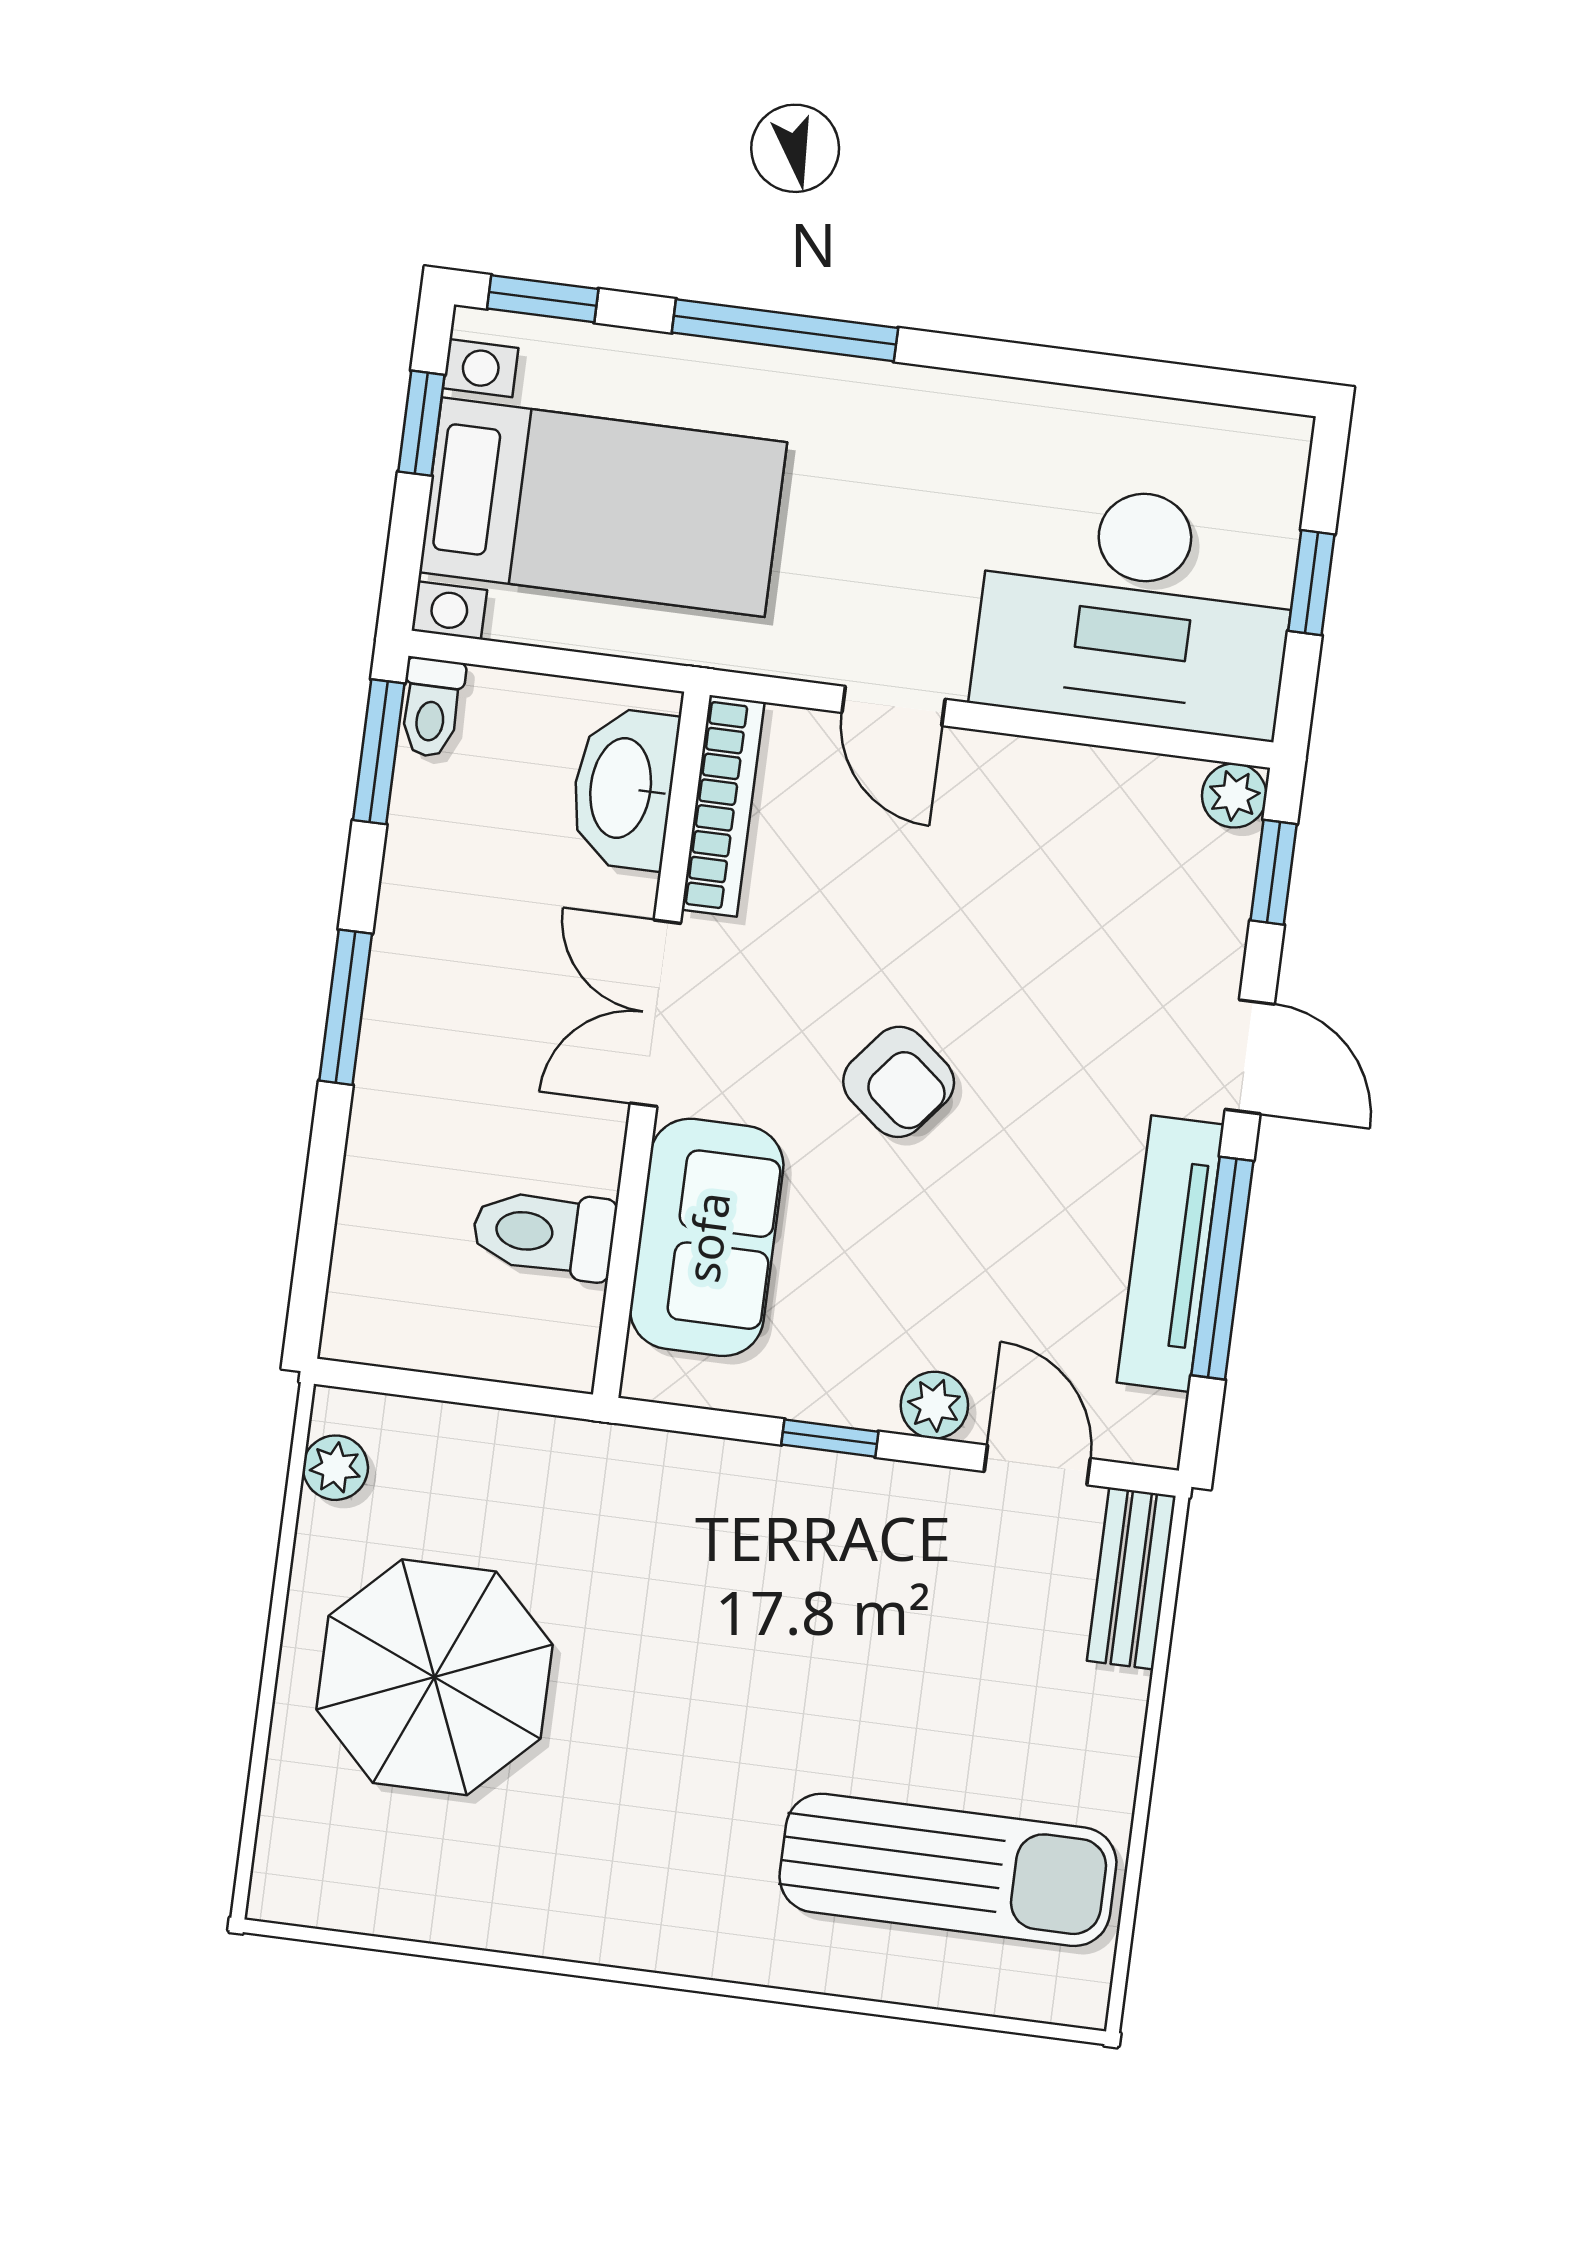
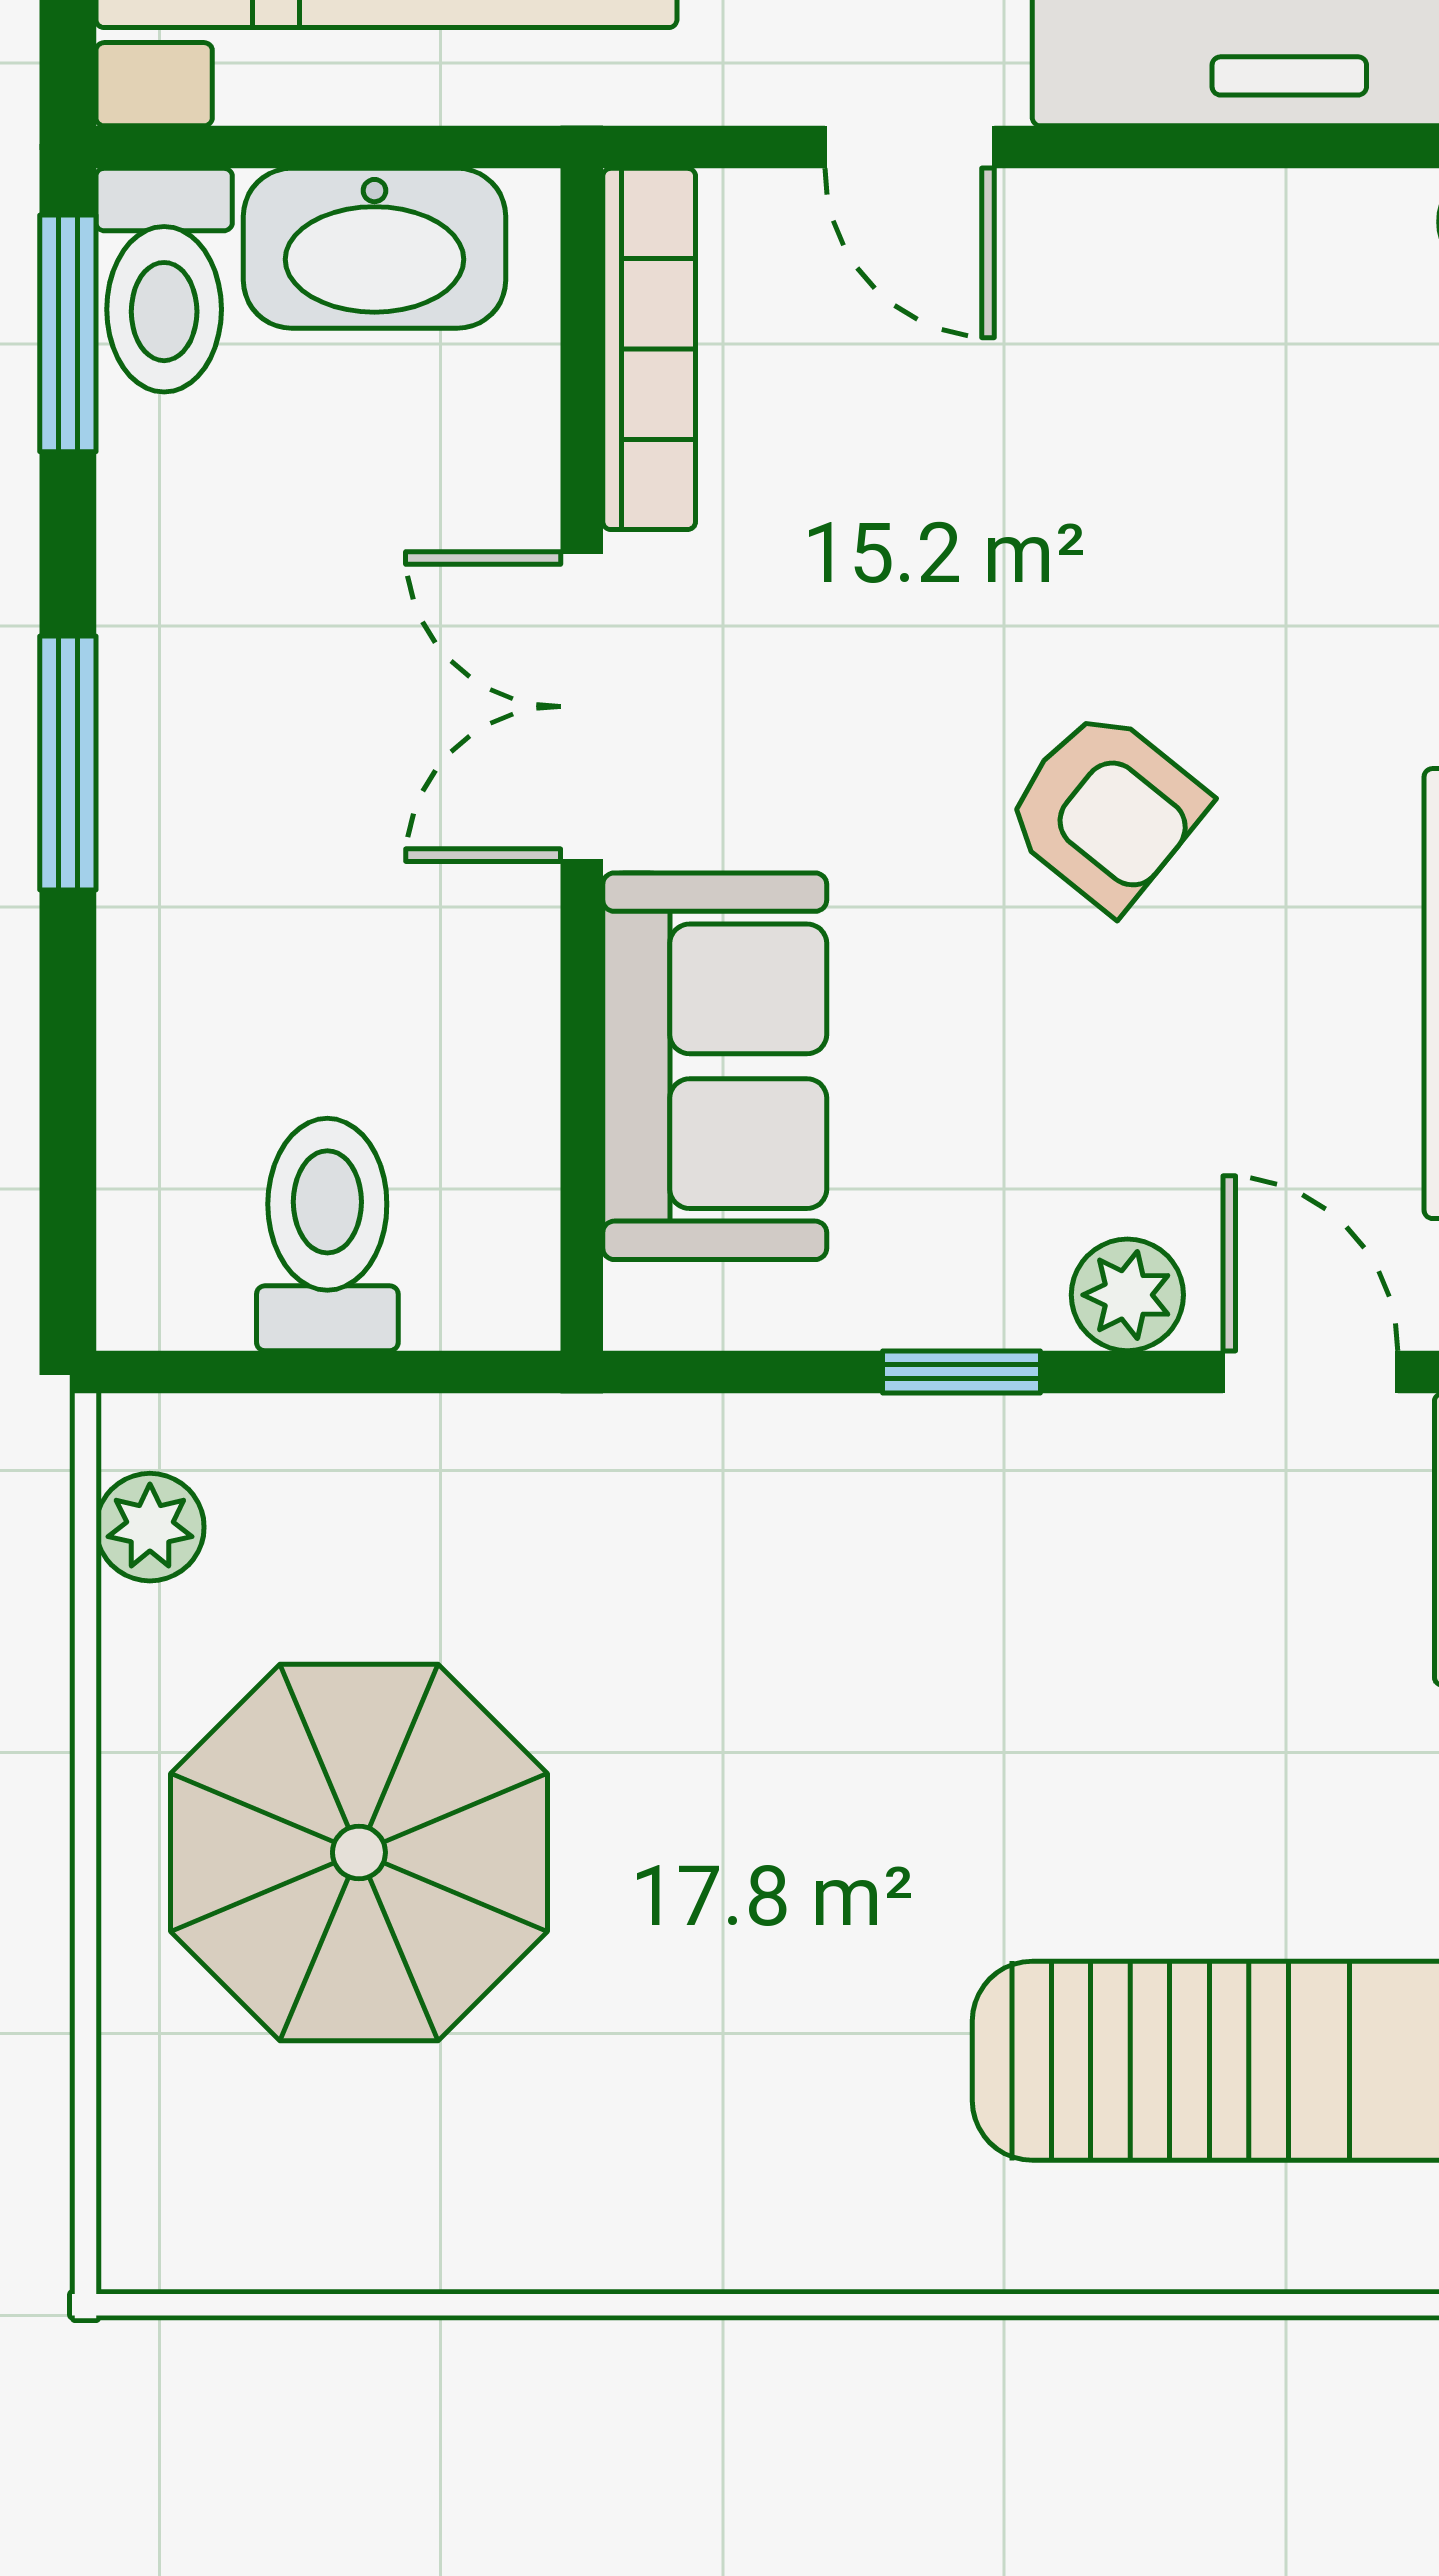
toilet: (432, 708) -> (164, 280), width x1.37, depth x1.39
washbasin: (623, 788) -> (374, 248), moved, turned -90
armchair: (899, 1082) -> (1105, 810), moved
toilet: (544, 1233) -> (327, 1234), moved, turned 90

